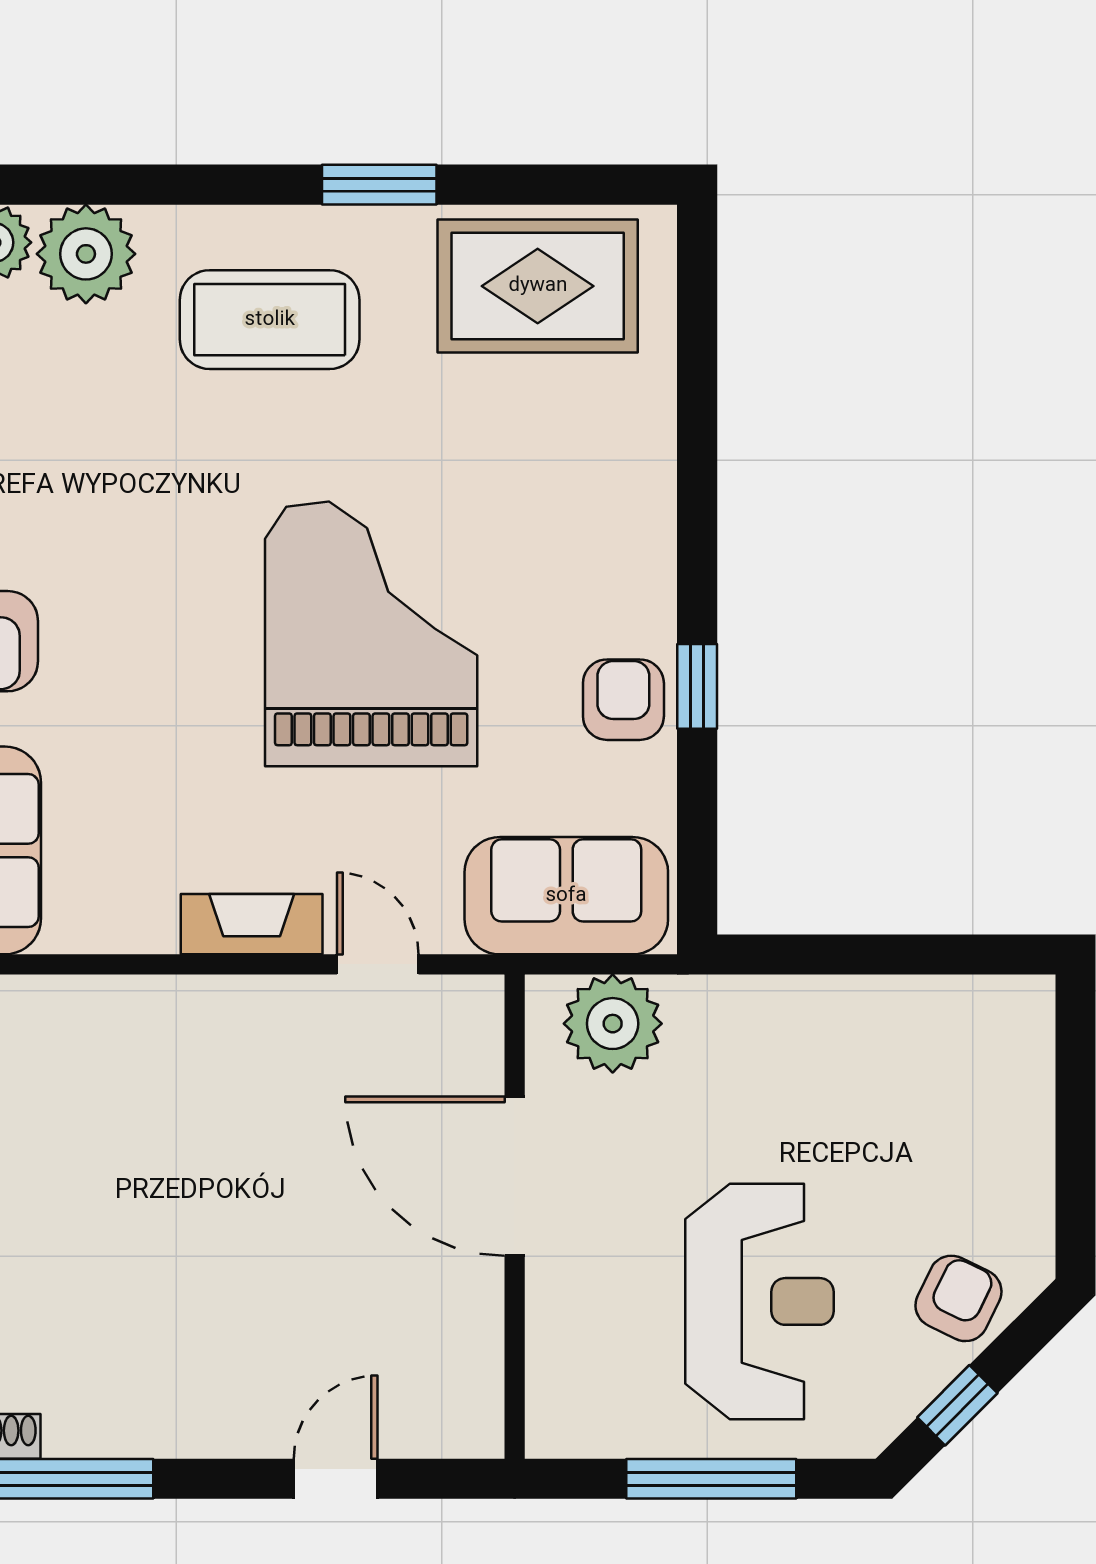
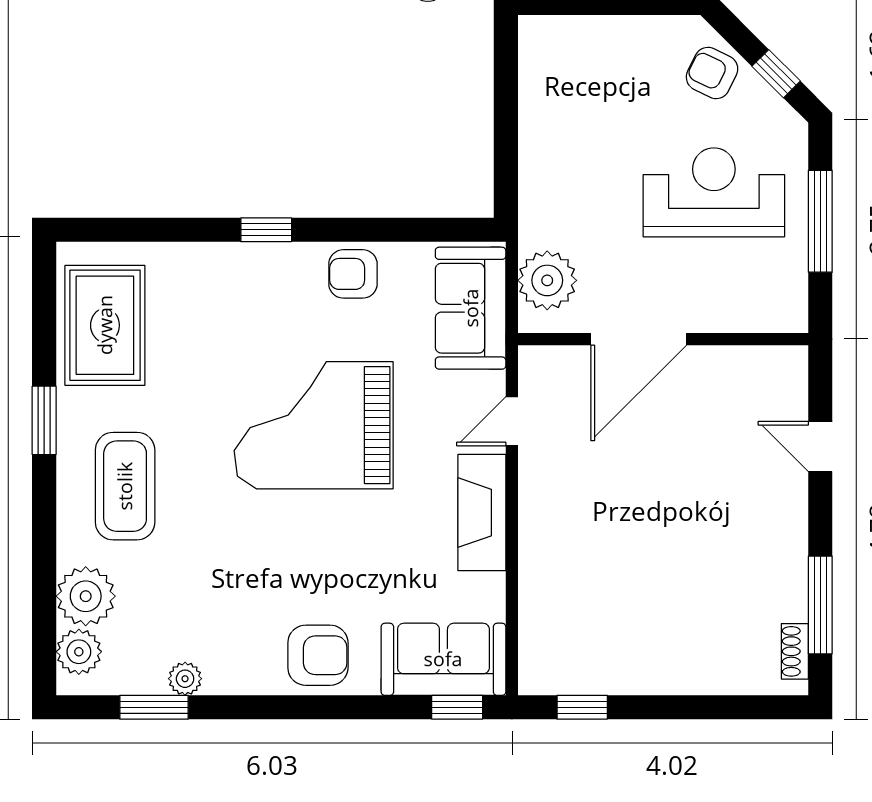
window: (697, 686) -> (266, 230), moved
fireplace: (252, 924) -> (482, 513), width x1.37, depth x1.32

